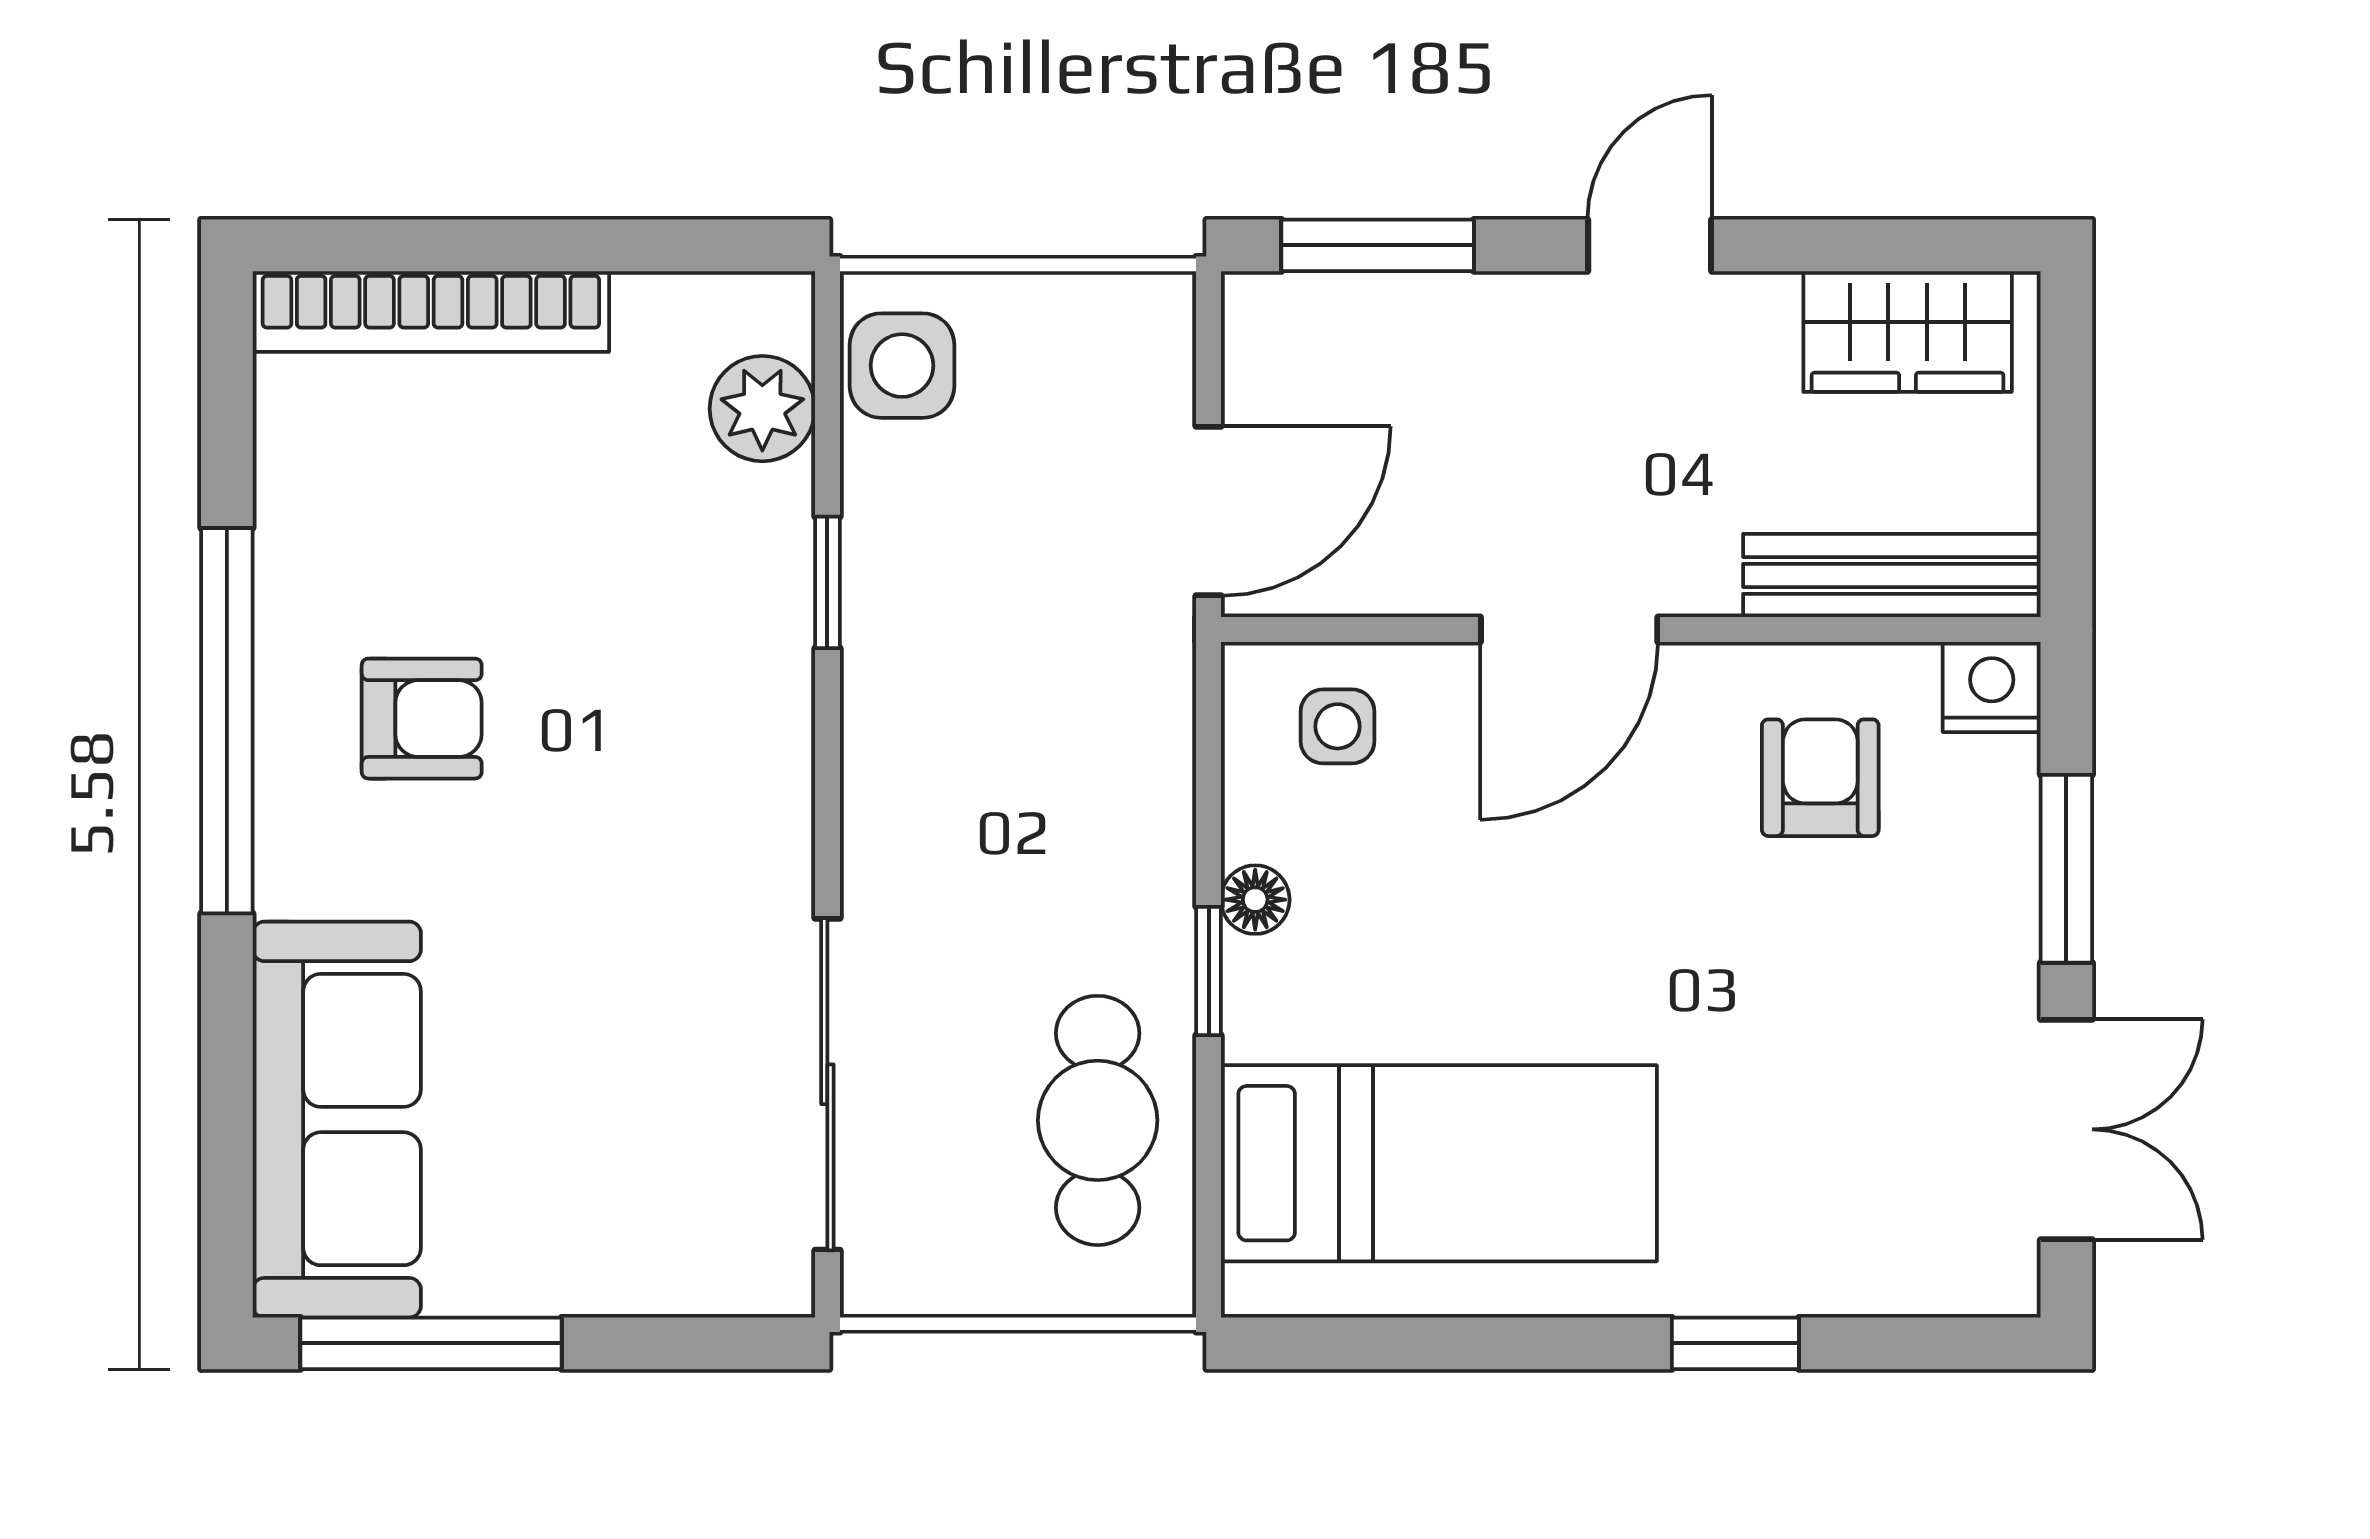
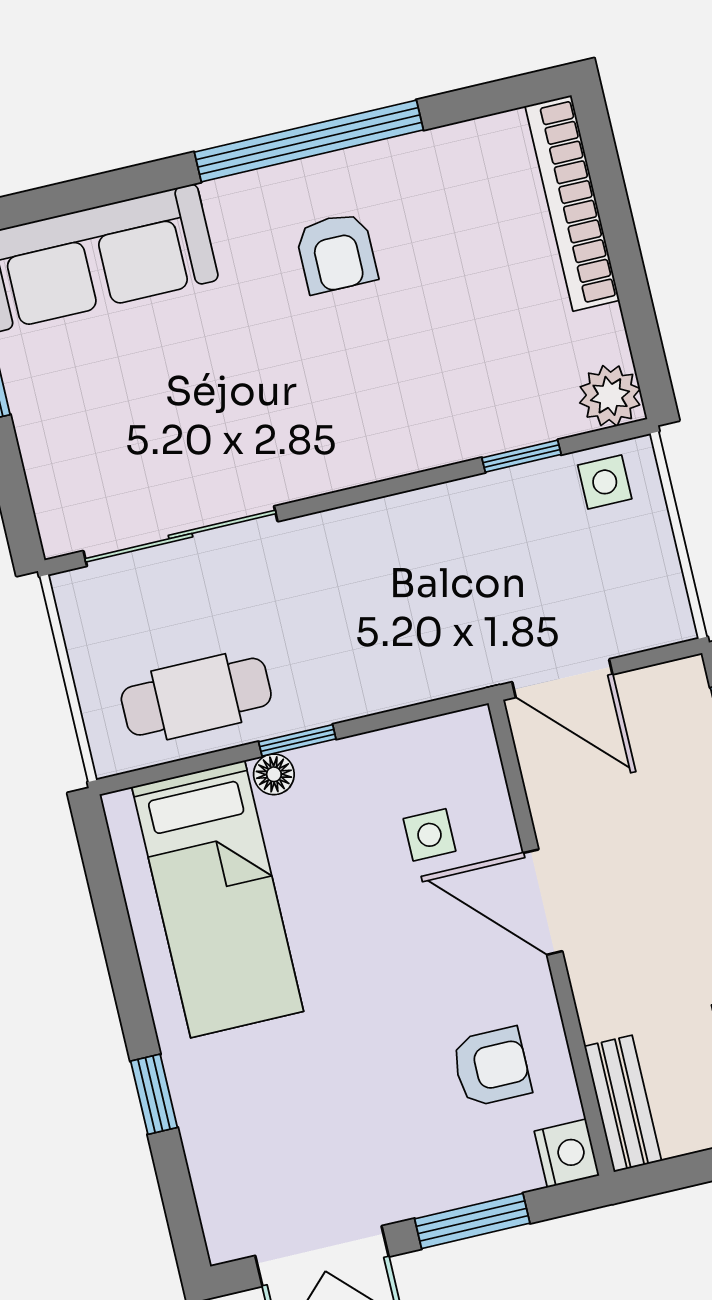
side table: (902, 366) -> (605, 482), width x0.73, depth x0.73
plant: (762, 409) -> (610, 396), moved
bench: (1892, 575) -> (623, 1104), width x0.73
window: (827, 582) -> (522, 456), moved
side table: (1338, 726) -> (429, 835), moved
floor lamp: (1255, 900) -> (274, 774), moved

